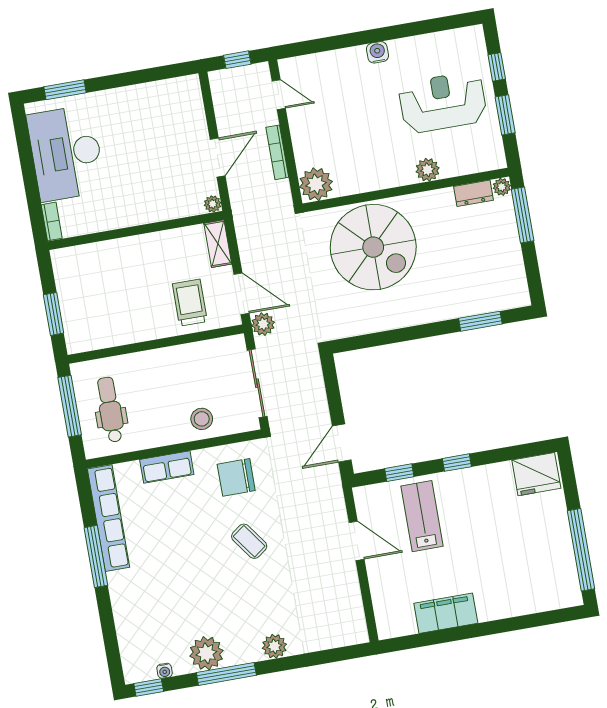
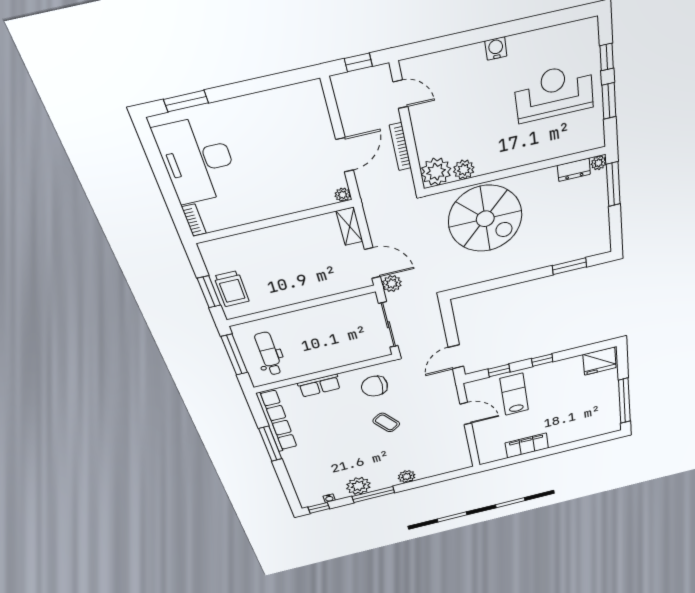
plant: (428, 170) -> (464, 170), moved
trolley: (190, 303) -> (232, 289), moved, turned 180
stool: (202, 419) -> (345, 352), removed

